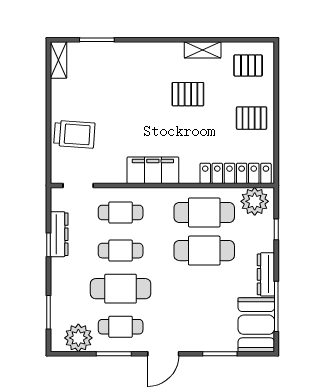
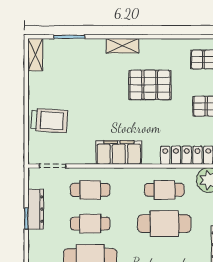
shelving: (203, 50) -> (122, 46), moved
pallet: (188, 94) -> (150, 85), width x1.50, depth x1.42
cafe table: (204, 212) -> (164, 190), width x0.73, depth x0.74

